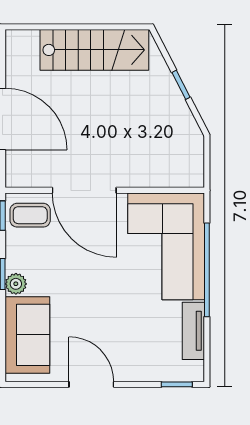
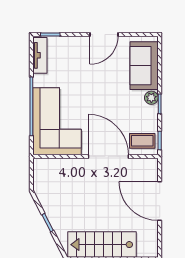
tv unit: (193, 331) -> (40, 55), moved
door: (91, 384) -> (104, 35), hinge flipped

